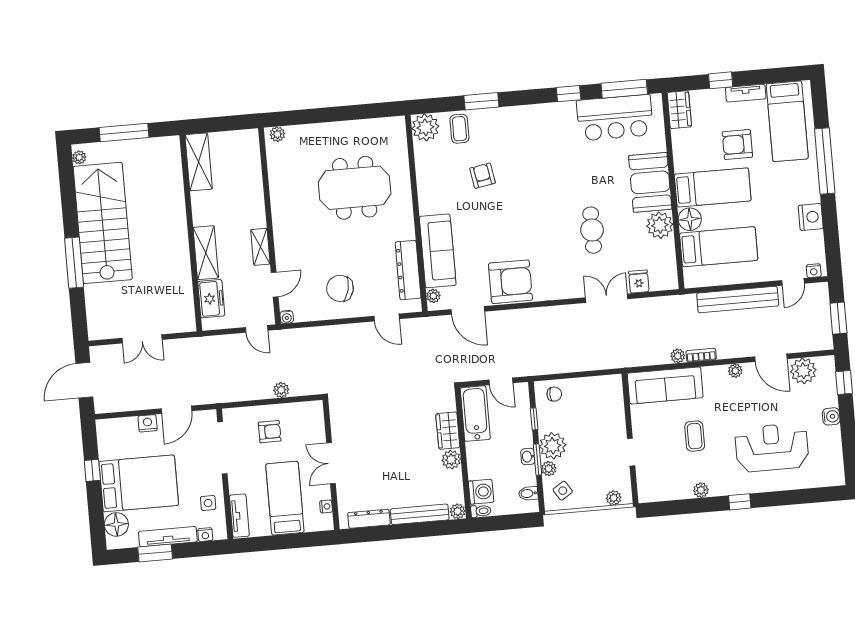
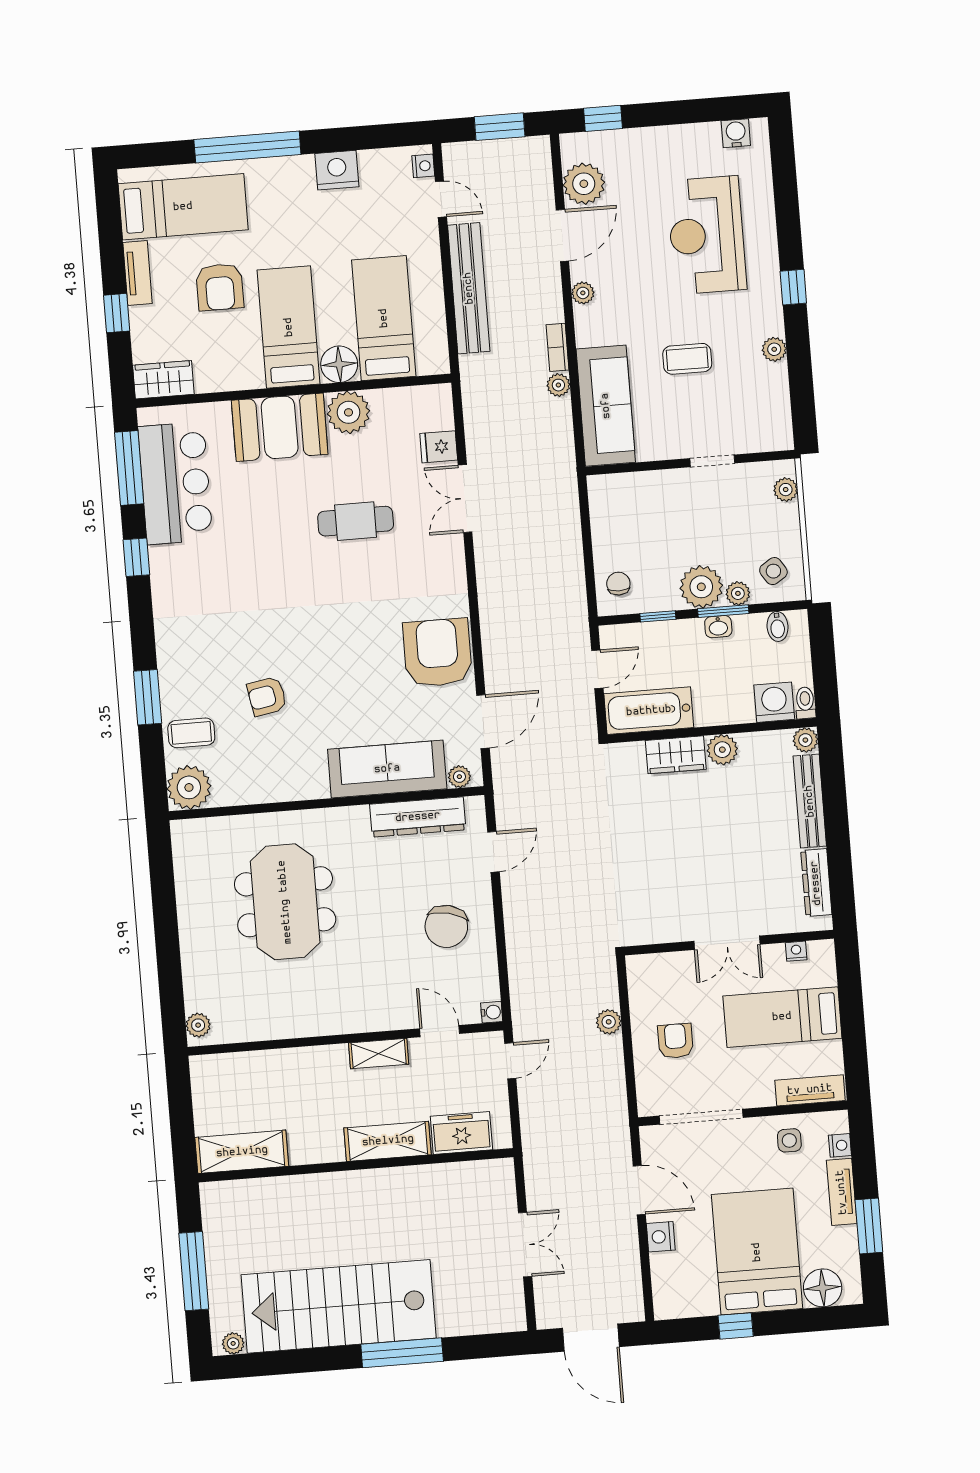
water cooler: (831, 416) -> (736, 133), moved
tv unit: (168, 537) -> (842, 1192), width x0.71

